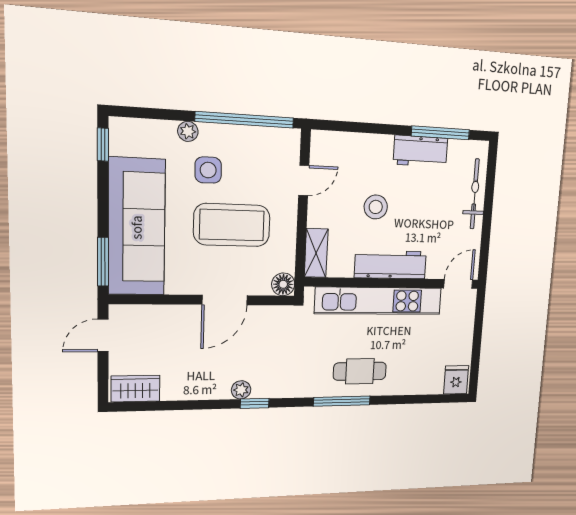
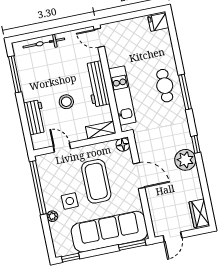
workbench: (420, 151) -> (35, 117), moved
kitchen unit: (379, 301) -> (122, 96), width x0.73
door: (103, 335) -> (172, 237), hinge flipped
plant: (241, 390) -> (185, 160), width x1.88, depth x1.88

